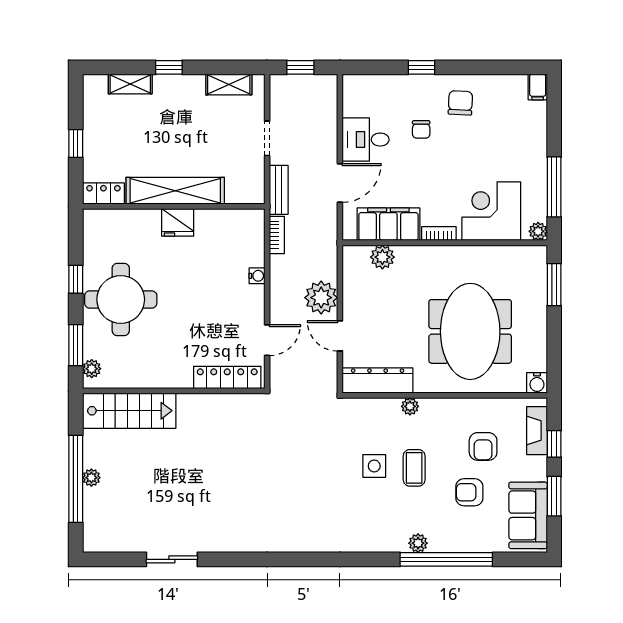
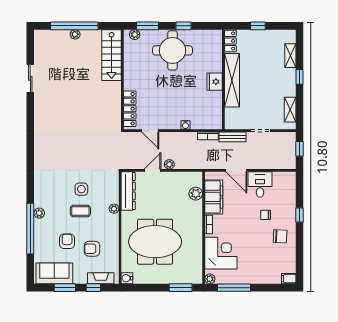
plant: (321, 298) -> (169, 164), width x0.53, depth x0.53

